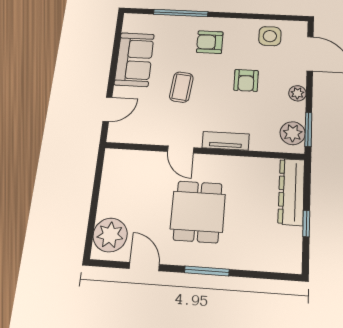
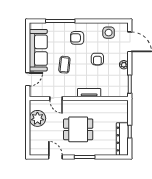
sofa: (134, 59) -> (38, 50), width x1.36
plant: (293, 133) -> (122, 87), removed
door: (181, 150) -> (56, 99), moved
dresser: (291, 192) -> (122, 139), moved
dining table: (198, 212) -> (78, 129), turned 90
plant: (110, 235) -> (37, 118), moved

